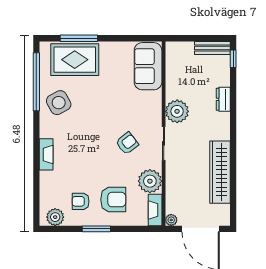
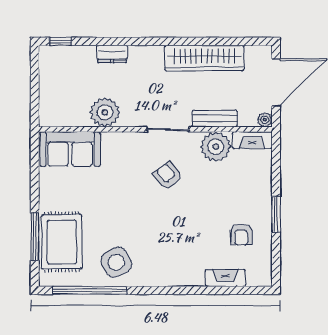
bench: (212, 48) -> (215, 119), moved, turned 90
plant: (177, 111) -> (105, 112), moved
fireplace: (46, 154) -> (225, 278), moved
armchair: (113, 200) -> (239, 193), removed
plant: (55, 217) -> (261, 267), removed

